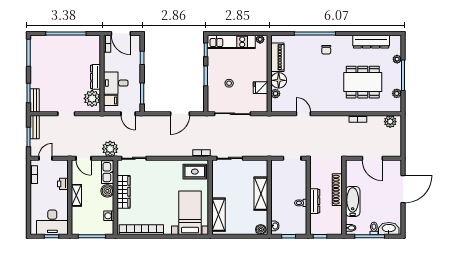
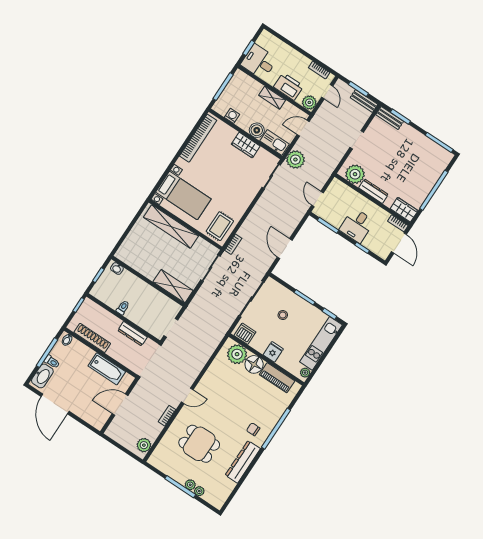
door: (121, 34) -> (399, 243), swing flipped
dresser: (371, 42) -> (243, 462), moved
wardrobe: (94, 46) -> (404, 210), added
dining table: (363, 82) -> (199, 444), width x0.73
desk: (116, 83) -> (357, 225), moved, turned 180
fridge: (260, 88) -> (273, 352), moved
plant: (397, 93) -> (190, 485), moved
plant: (275, 94) -> (237, 354), width x1.87, depth x1.87
filing cabinet: (111, 100) -> (341, 191), removed
dishwasher: (261, 102) -> (245, 334), added
door: (128, 114) -> (317, 199), hinge flipped
door: (303, 114) -> (187, 396), moved
plant: (62, 166) -> (309, 102), added
printer: (63, 184) -> (289, 86), width x1.87, depth x1.48
door: (403, 189) -> (55, 404), moved
shoe rack: (337, 190) -> (92, 338), moved
wardrobe: (123, 192) -> (246, 145), width x0.67
shelving: (261, 194) -> (173, 286), moved
dresser: (315, 201) -> (133, 334), moved
bathtub: (353, 201) -> (107, 369), moved
shelving: (218, 215) -> (171, 227), width x1.47
desk: (52, 222) -> (259, 62), width x0.73
boiler: (261, 230) -> (122, 253), removed

